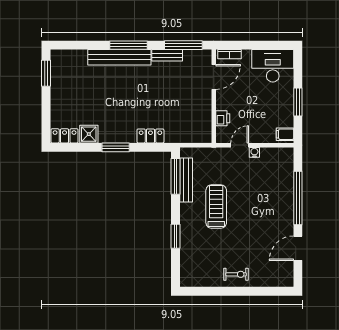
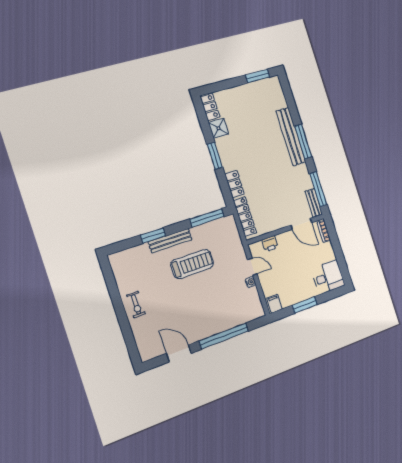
bench: (167, 55) -> (314, 203), moved
desk: (273, 66) -> (328, 277), width x0.73
locker: (187, 136) -> (245, 217), added
bench: (186, 180) -> (170, 241), moved

